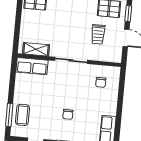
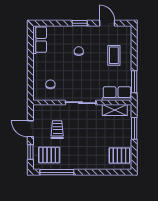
window: (17, 28) -> (134, 128), added
window: (9, 115) -> (134, 82), moved
coffee table: (23, 115) -> (114, 55), moved

